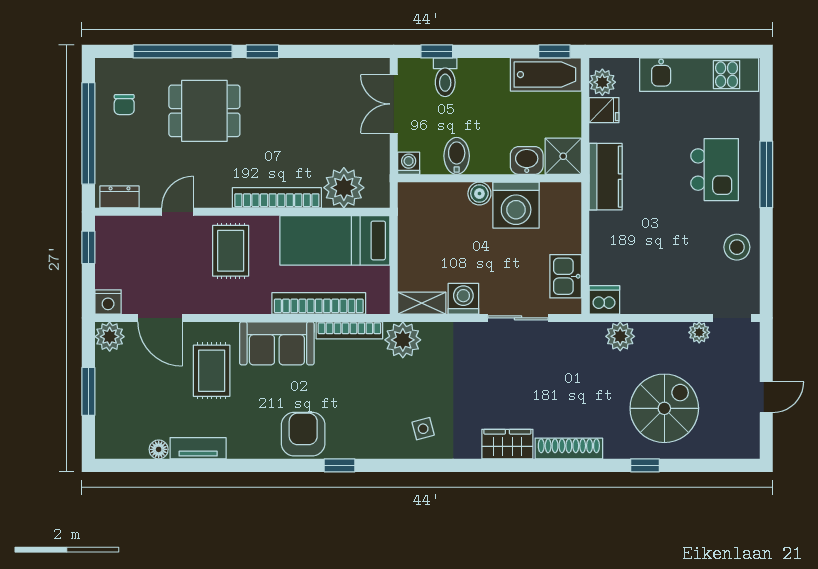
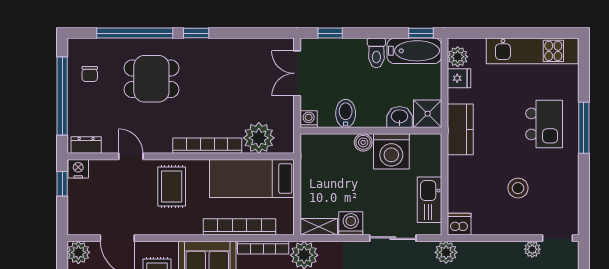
toilet: (445, 77) -> (376, 53), moved
door: (178, 212) -> (131, 156), hinge flipped
stool: (737, 247) -> (518, 188), moved
kitchen sink: (566, 276) -> (429, 200), width x1.38
nightstand: (108, 302) -> (78, 169), moved, turned 180
plant: (620, 336) -> (446, 252), moved

